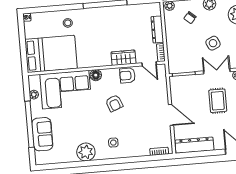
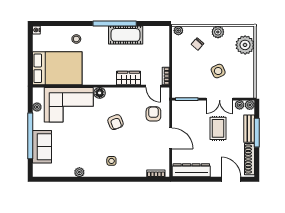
cot: (117, 15) -> (126, 35), added
dresser: (157, 29) -> (164, 53), removed
double door: (217, 71) -> (220, 99), swing flipped
armchair: (127, 75) -> (153, 114), moved, turned 90
plant: (86, 152) -> (79, 172), width x0.53, depth x0.53

